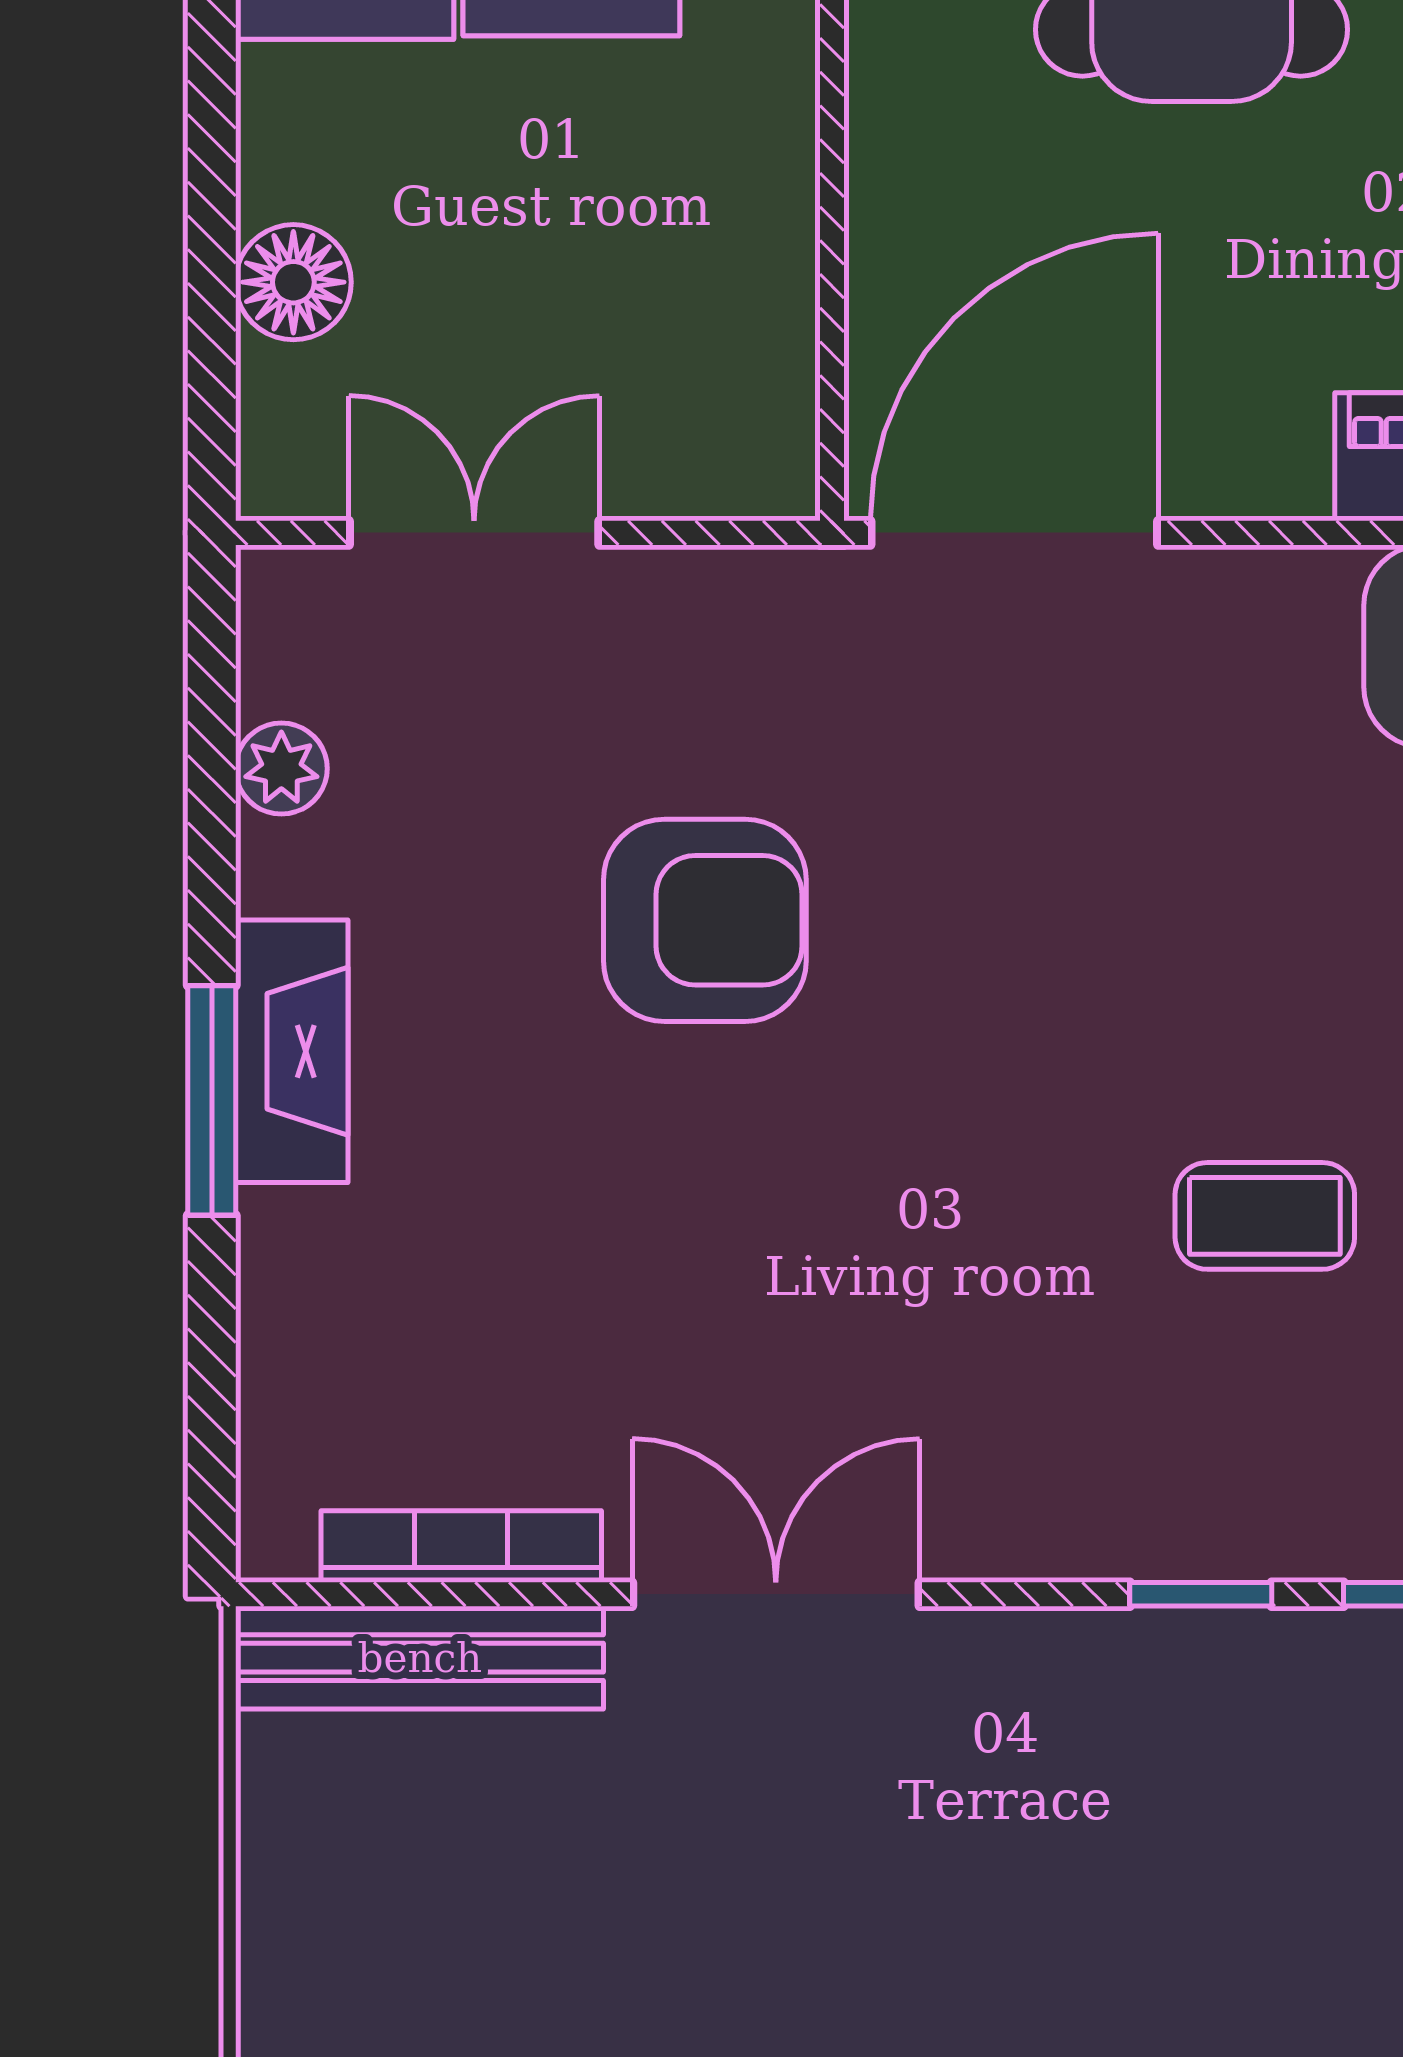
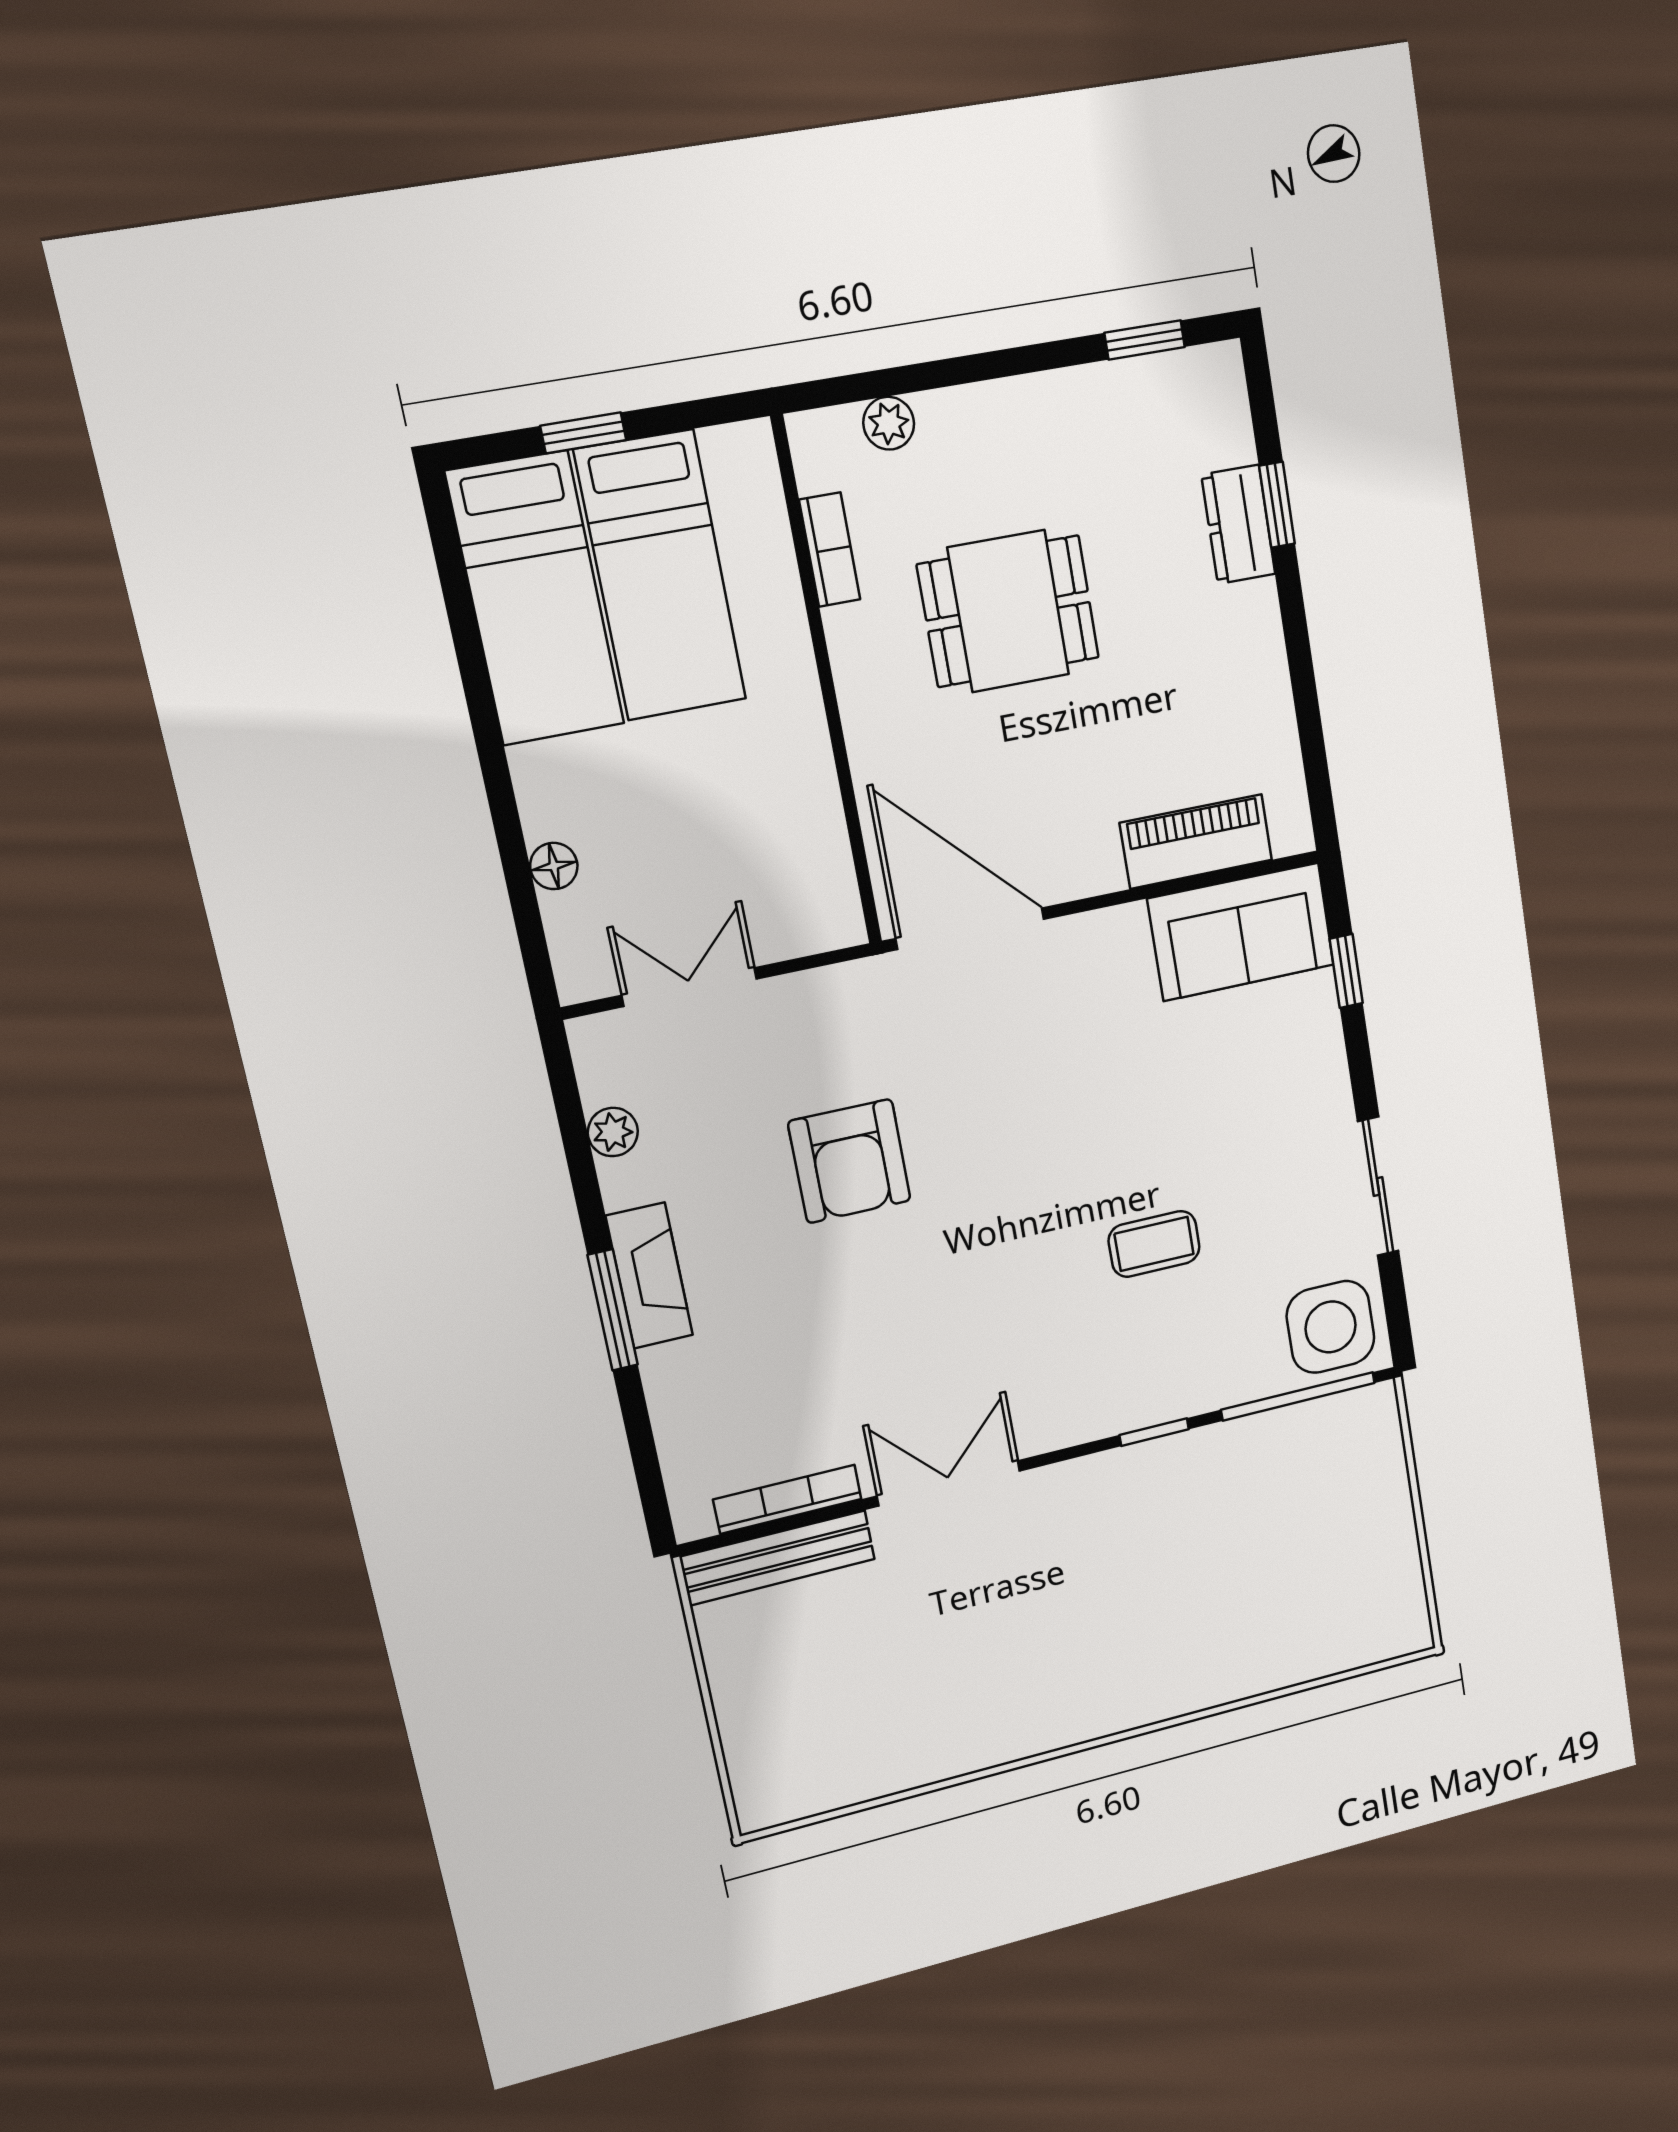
floor lamp: (293, 282) -> (554, 866), width x0.73, depth x0.73
door: (1014, 533) -> (970, 929), hinge flipped
armchair: (705, 920) -> (849, 1161), turned 90

